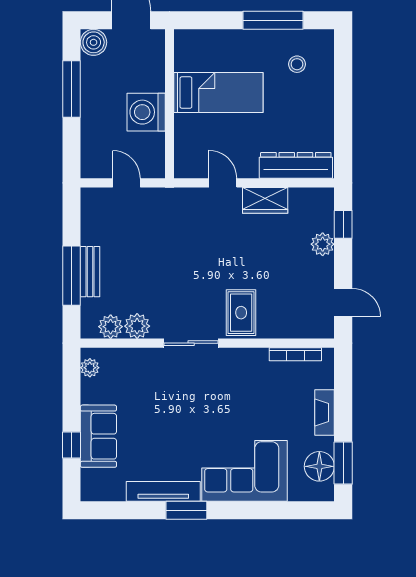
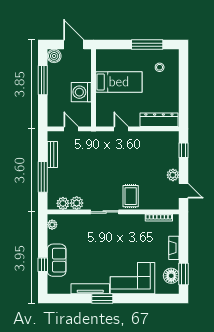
wardrobe: (265, 200) -> (143, 138), removed
plant: (323, 244) -> (173, 175), moved
bench: (90, 272) -> (52, 155), moved

